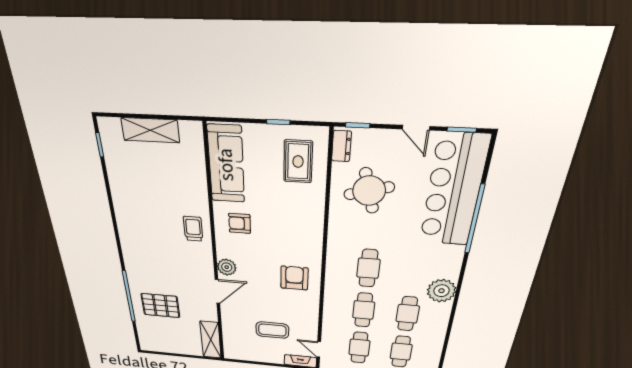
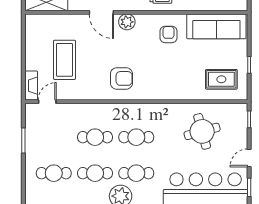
dresser: (341, 146) -> (234, 109), removed
coffee table: (272, 330) -> (64, 60), width x1.36, depth x1.32
cafe table: (359, 348) -> (136, 173), moved

